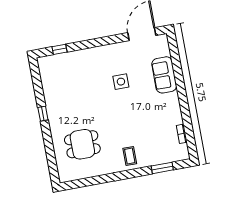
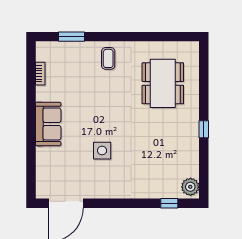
plant: (45, 66) -> (190, 187), added
sofa: (164, 75) -> (48, 124), moved
dining table: (82, 144) -> (163, 83), width x1.38

